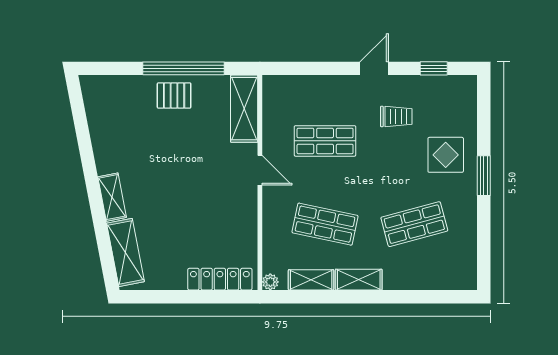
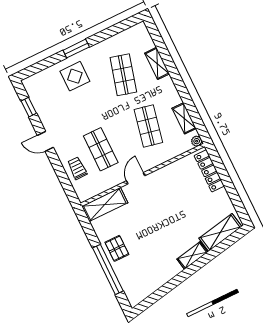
window: (183, 68) -> (108, 269), moved
trolley: (396, 116) -> (77, 168), moved
shop shelf: (414, 224) -> (123, 75), turned 30
shelving: (359, 280) -> (157, 63), moved

